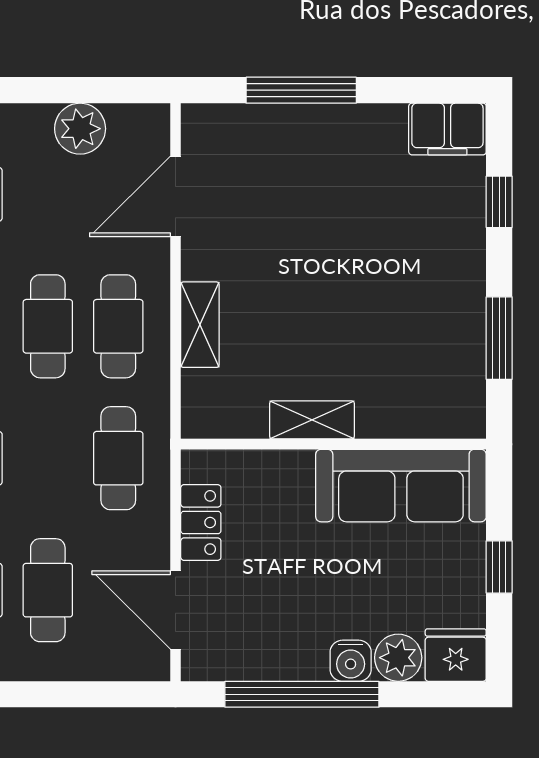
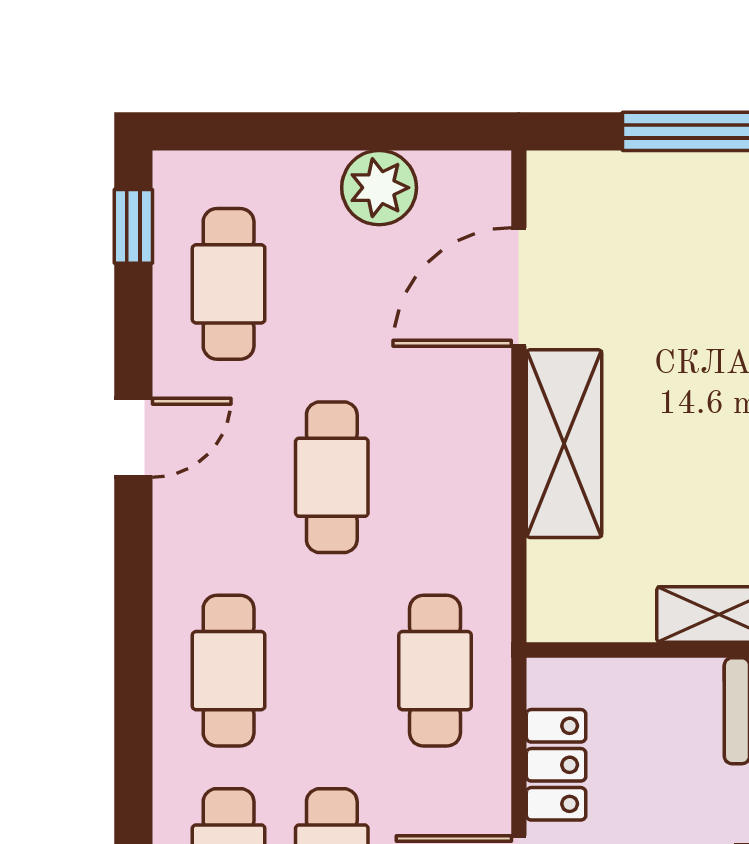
shelving: (200, 325) -> (564, 444), width x1.50, depth x1.33
cafe table: (118, 326) -> (435, 477), removed

